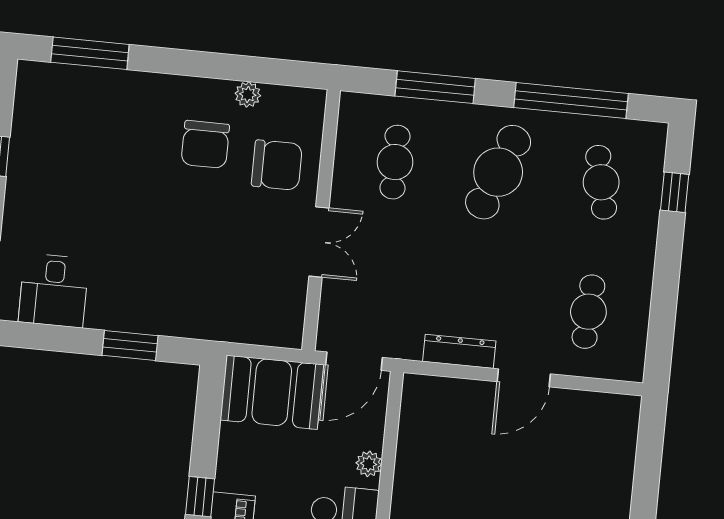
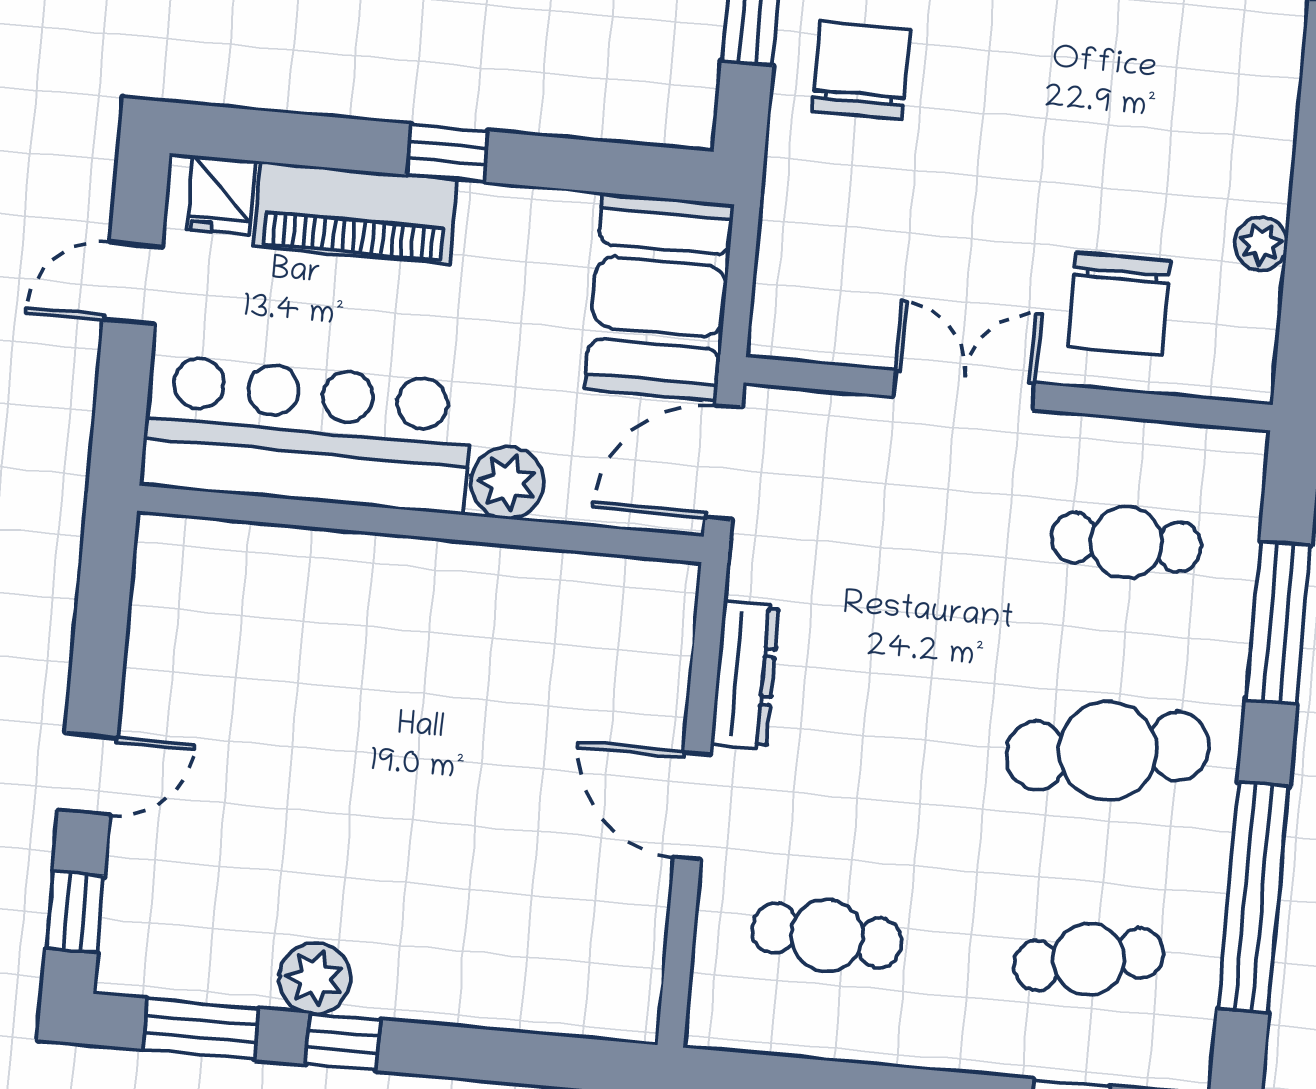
chair: (205, 144) -> (861, 71), moved, turned 90
cafe table: (498, 172) -> (1108, 751), turned -30
double door: (319, 242) -> (964, 390), swing flipped
door: (354, 361) -> (723, 462), hinge flipped
plant: (369, 464) -> (507, 483), width x1.38, depth x1.38

